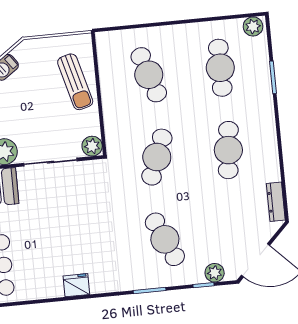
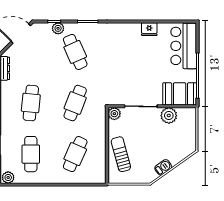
cafe table: (149, 75) -> (75, 154), turned 42
plant: (215, 273) -> (58, 28), moved
fridge: (76, 285) -> (149, 29), moved

